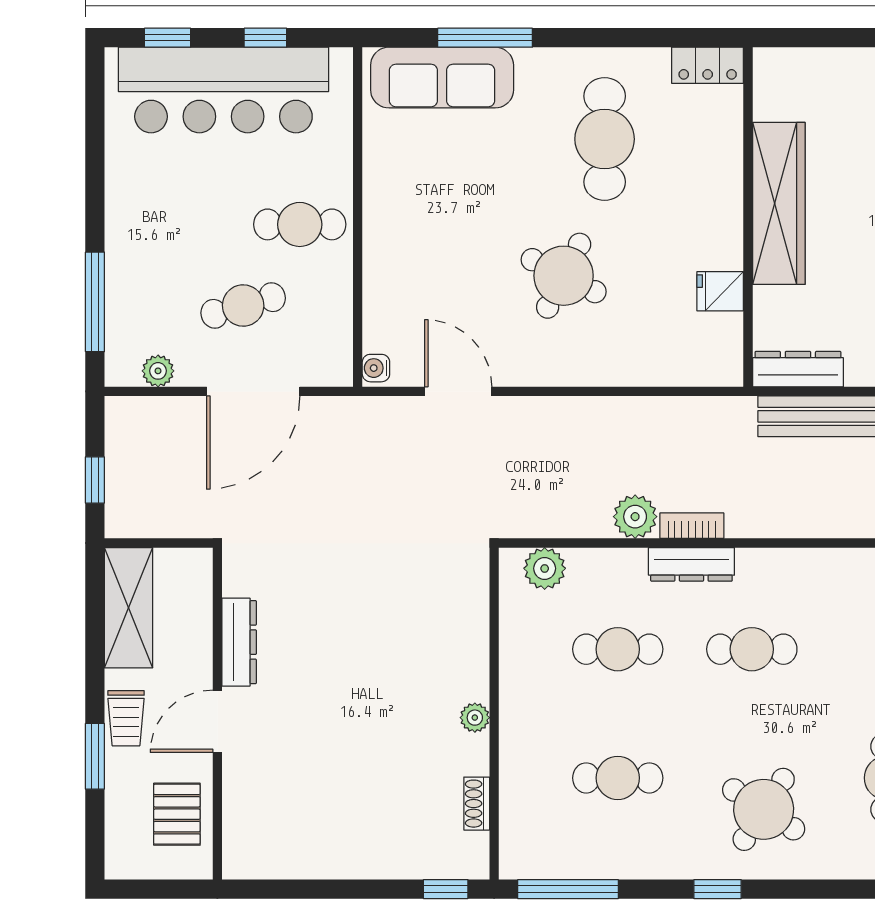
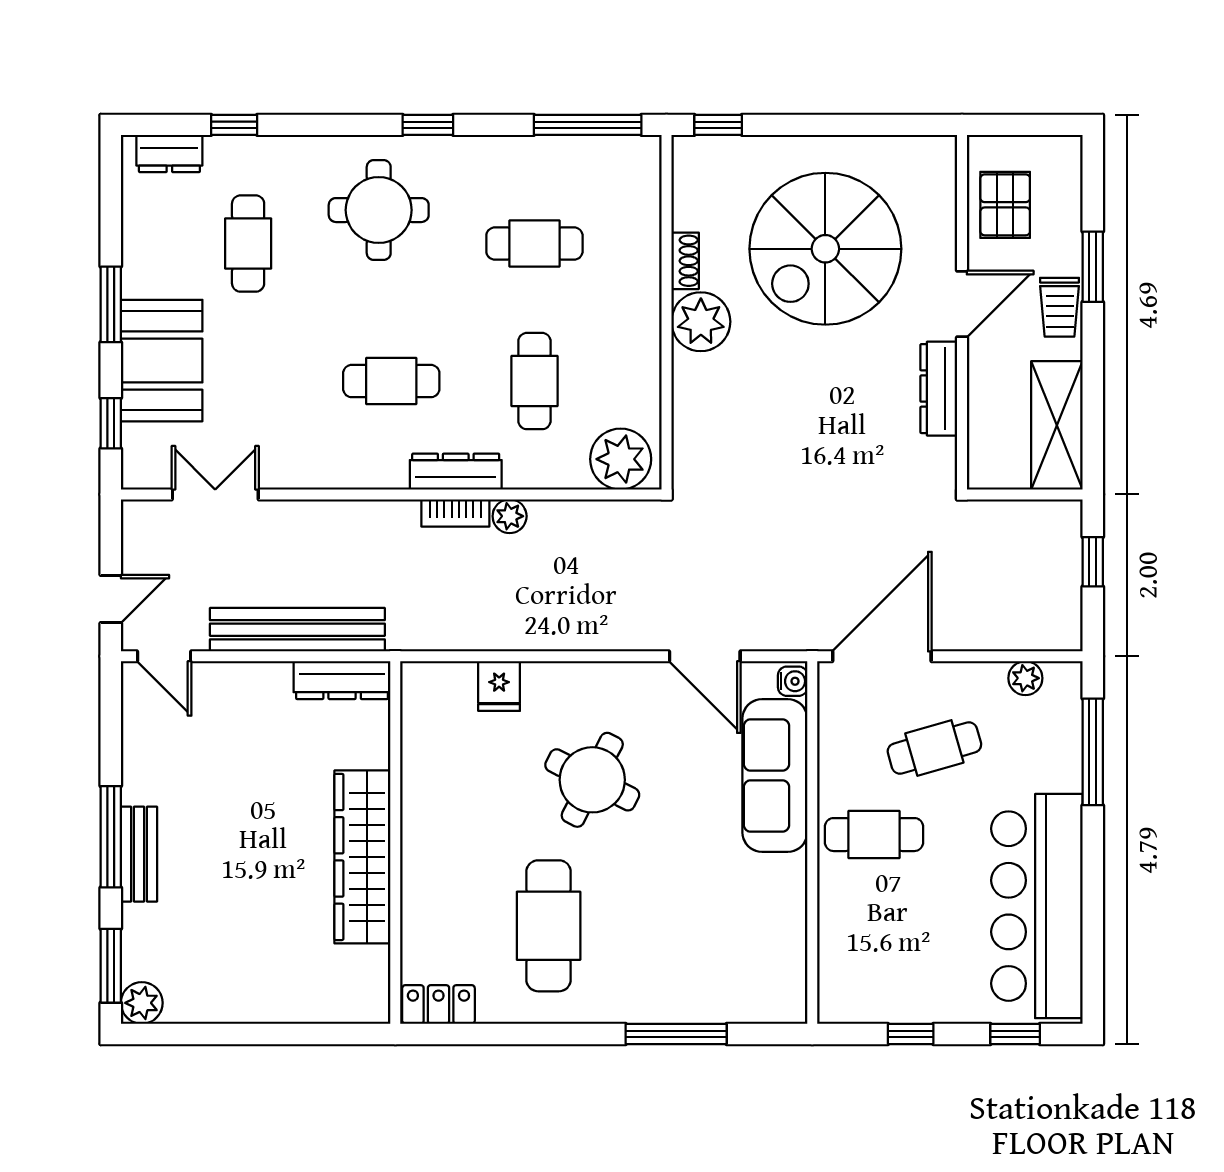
sofa: (442, 78) -> (775, 775), moved, turned -90
bar counter: (223, 90) -> (1037, 906), moved, turned -90
fridge: (720, 291) -> (499, 686), moved, turned 90
door: (253, 391) -> (882, 656), moved
plant: (635, 517) -> (510, 516), width x0.73, depth x0.73
plant: (545, 568) -> (621, 459), width x1.36, depth x1.36
cafe table: (618, 649) -> (534, 381), turned 90
trolley: (126, 718) -> (1060, 307), turned 180
plant: (475, 718) -> (701, 322), width x1.87, depth x1.87
spiral stairs: (345, 773) -> (825, 249), added
shoe rack: (477, 804) -> (685, 261), moved
round table: (764, 809) -> (379, 210), turned -33

